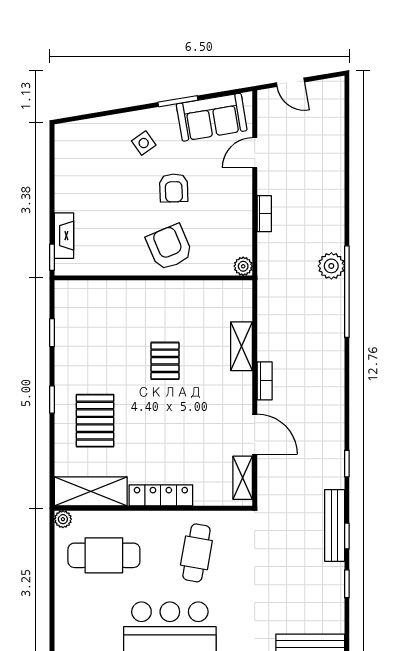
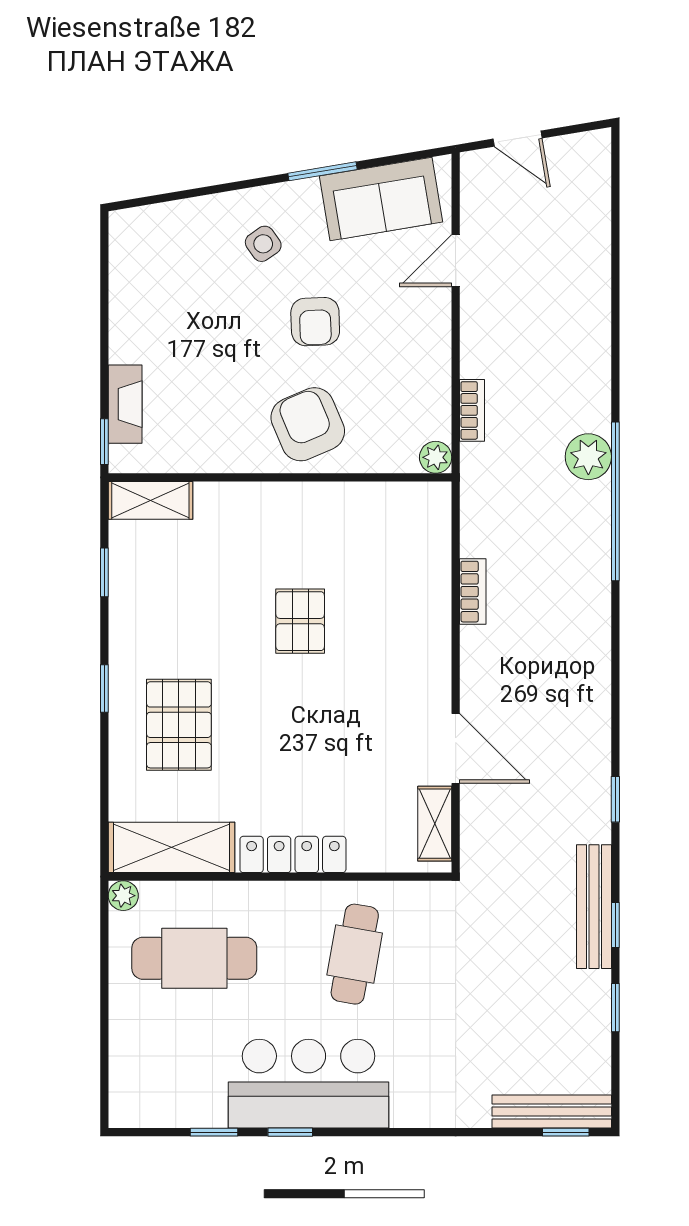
bookcase: (264, 214) -> (472, 410), moved
shelving: (242, 346) -> (150, 500), moved, turned 90
bookcase: (265, 381) -> (473, 592), moved

